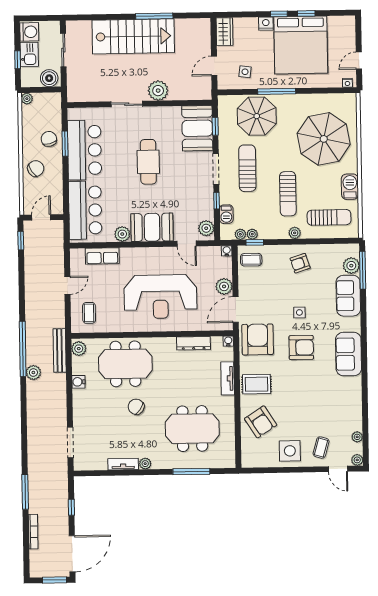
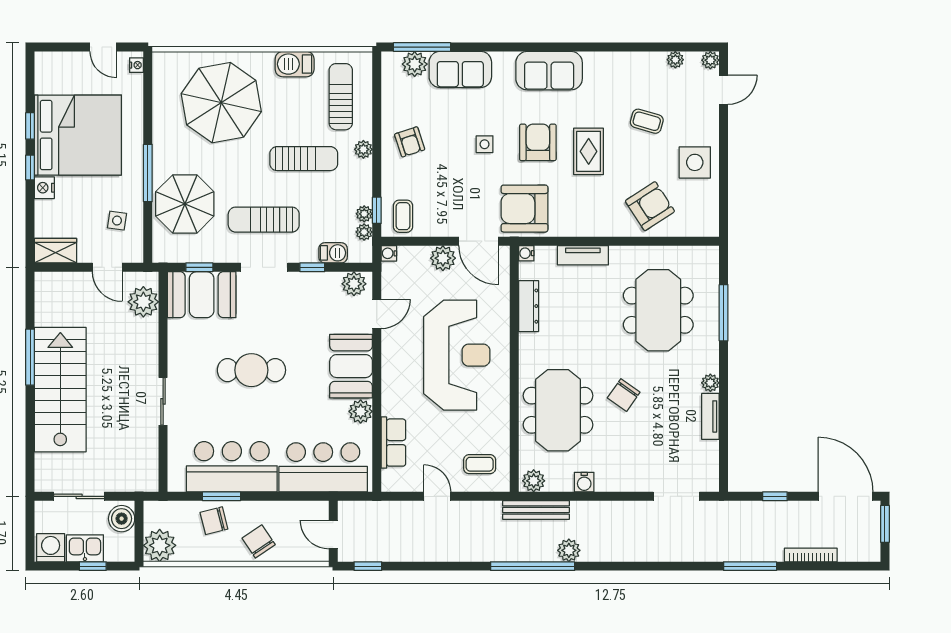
plant: (158, 91) -> (143, 302), moved
plant: (27, 99) -> (160, 545), width x1.87, depth x1.87
rug: (257, 384) -> (589, 151), moved
coffee table: (321, 448) -> (647, 121), moved

